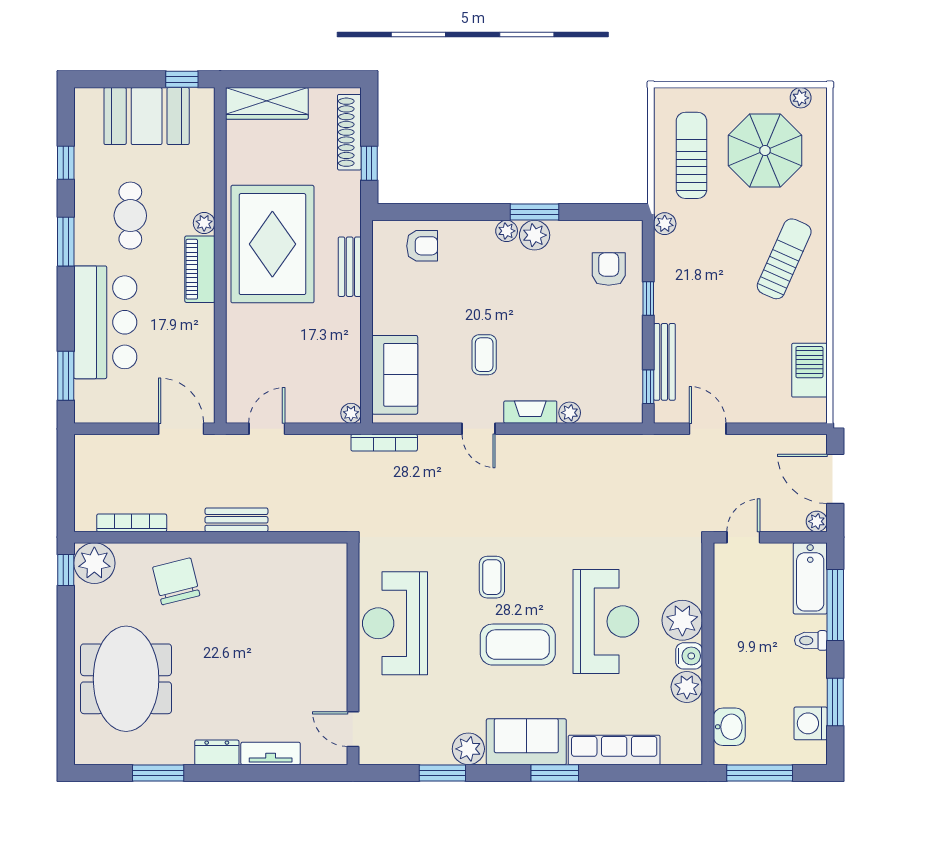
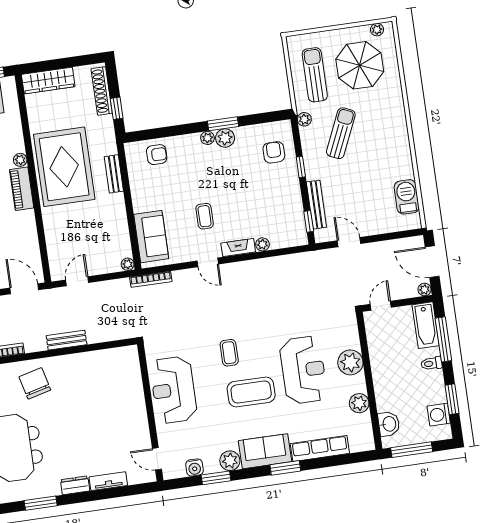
sun lounger: (784, 259) -> (341, 133), moved
water cooler: (689, 656) -> (195, 467), moved, turned 90

